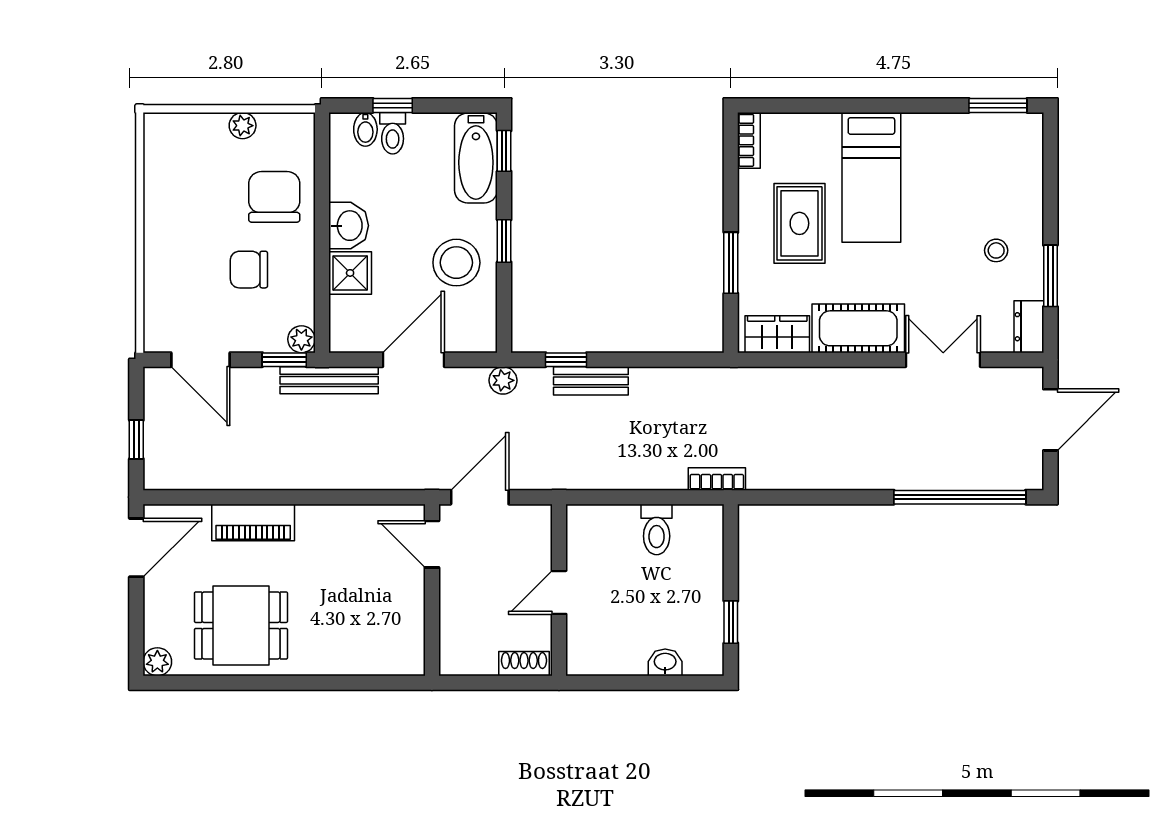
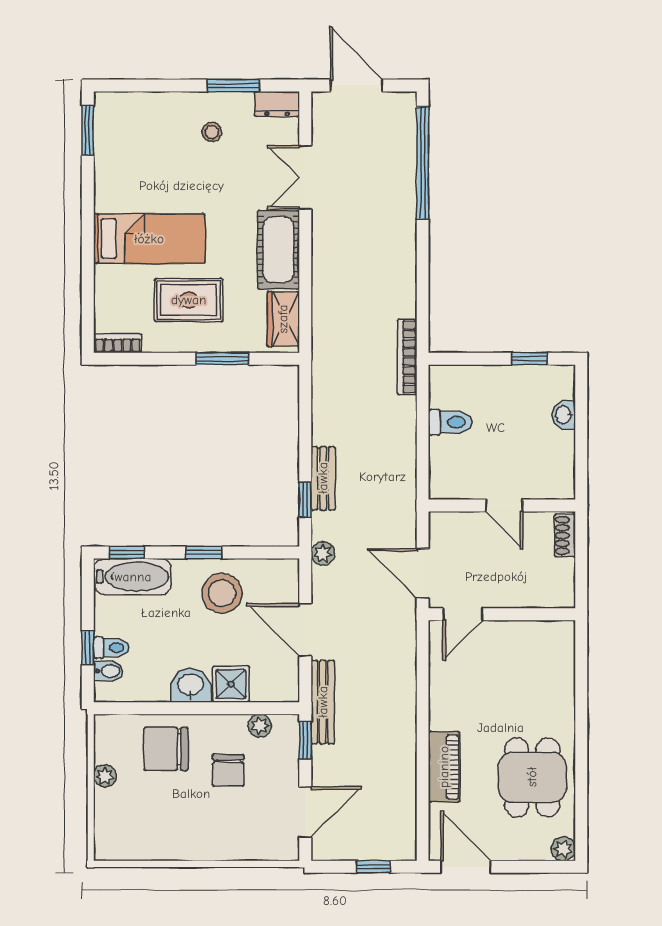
plant: (301, 339) -> (260, 726), moved
bookcase: (717, 479) -> (407, 357), width x1.56

